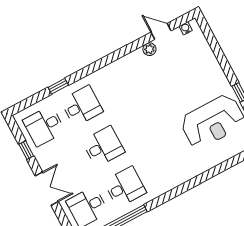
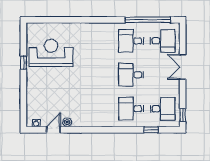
door: (161, 31) -> (53, 130), swing flipped
window: (58, 86) -> (151, 130), moved
window: (26, 150) -> (183, 115), moved

